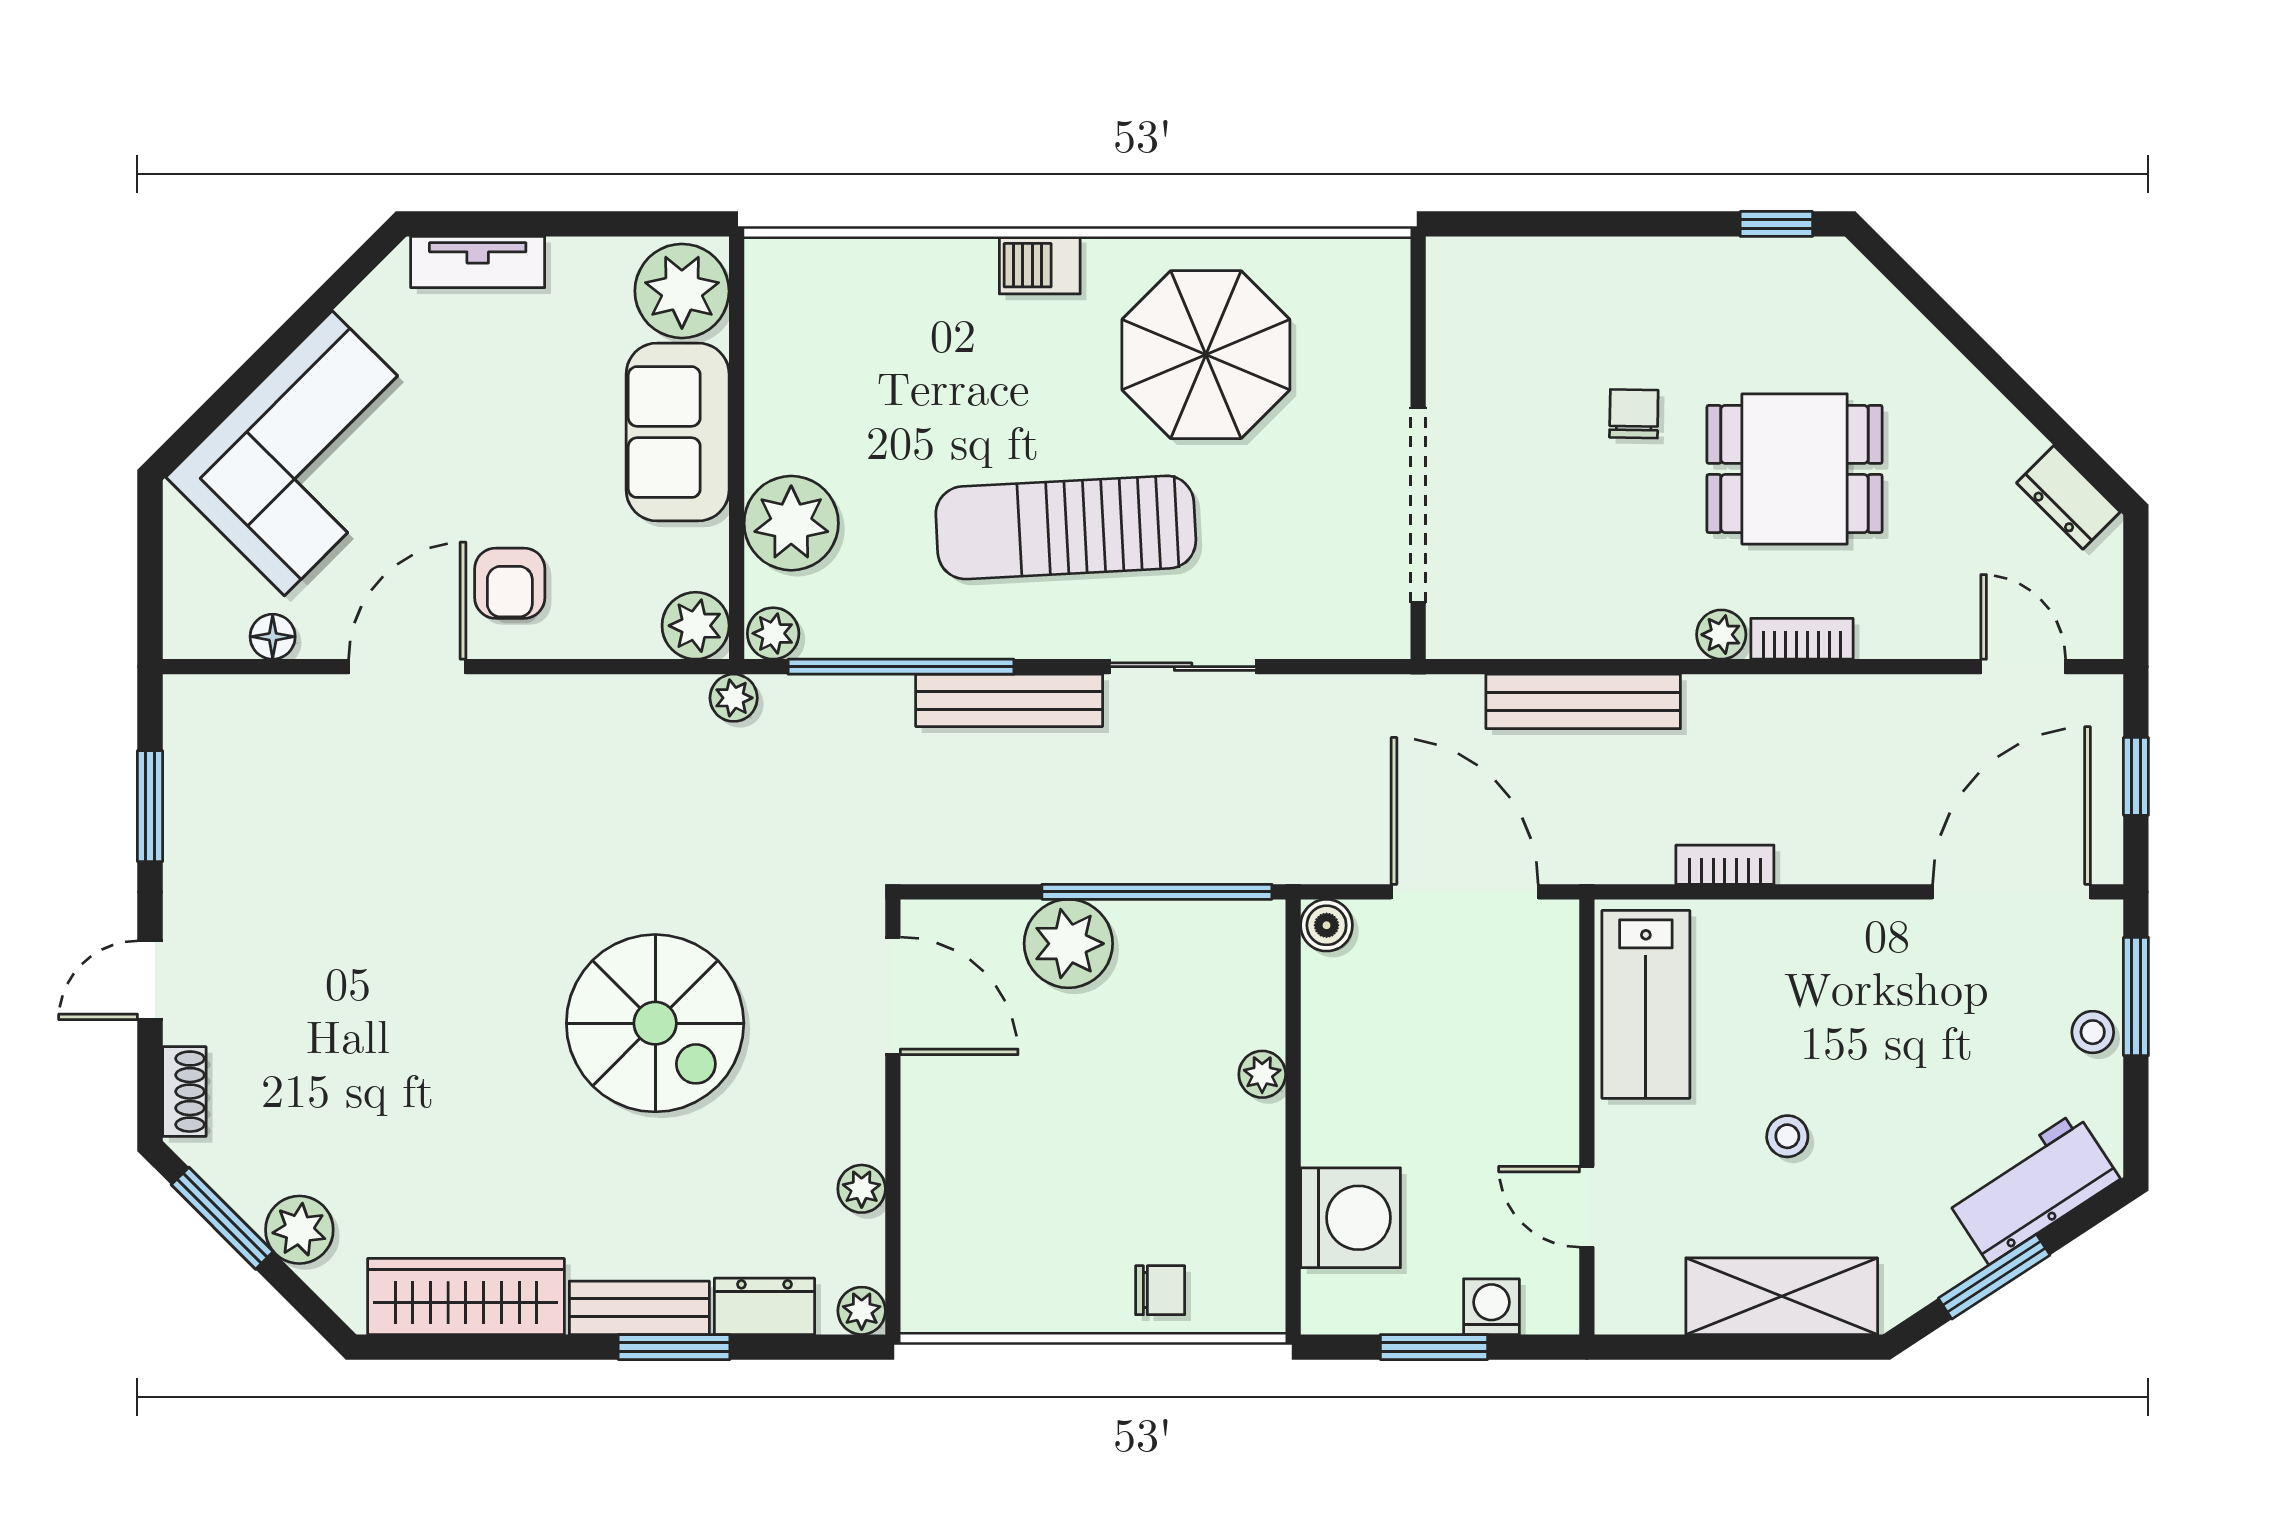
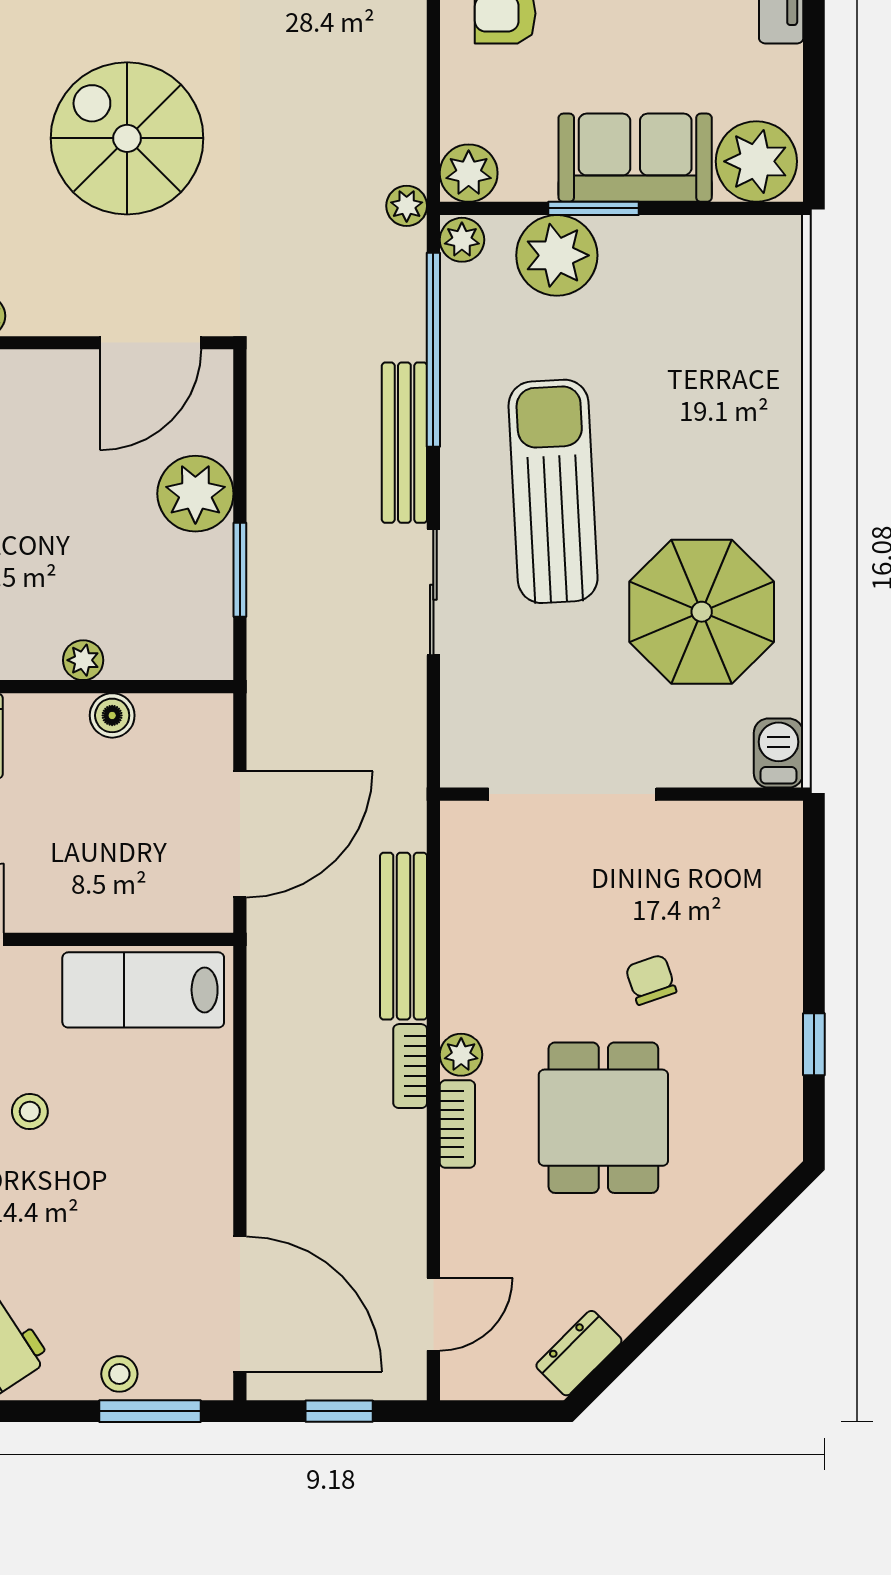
window: (1776, 224) -> (814, 1044), moved
barbecue: (1040, 265) -> (779, 753), moved
chair: (1634, 414) -> (651, 980), turned -110
window: (737, 480) -> (593, 208), added
bookcase: (1725, 865) -> (410, 1066), moved, turned 180
window: (1157, 892) -> (240, 570), width x0.47
boiler: (1327, 925) -> (112, 715), moved
spiral stairs: (655, 1023) -> (127, 138), turned 90

